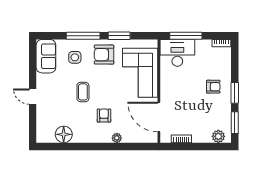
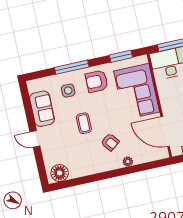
window: (119, 36) -> (121, 56), moved
sofa: (46, 56) -> (42, 109), moved
armchair: (104, 116) -> (110, 142), turned 142
floor lamp: (64, 134) -> (60, 173), moved

